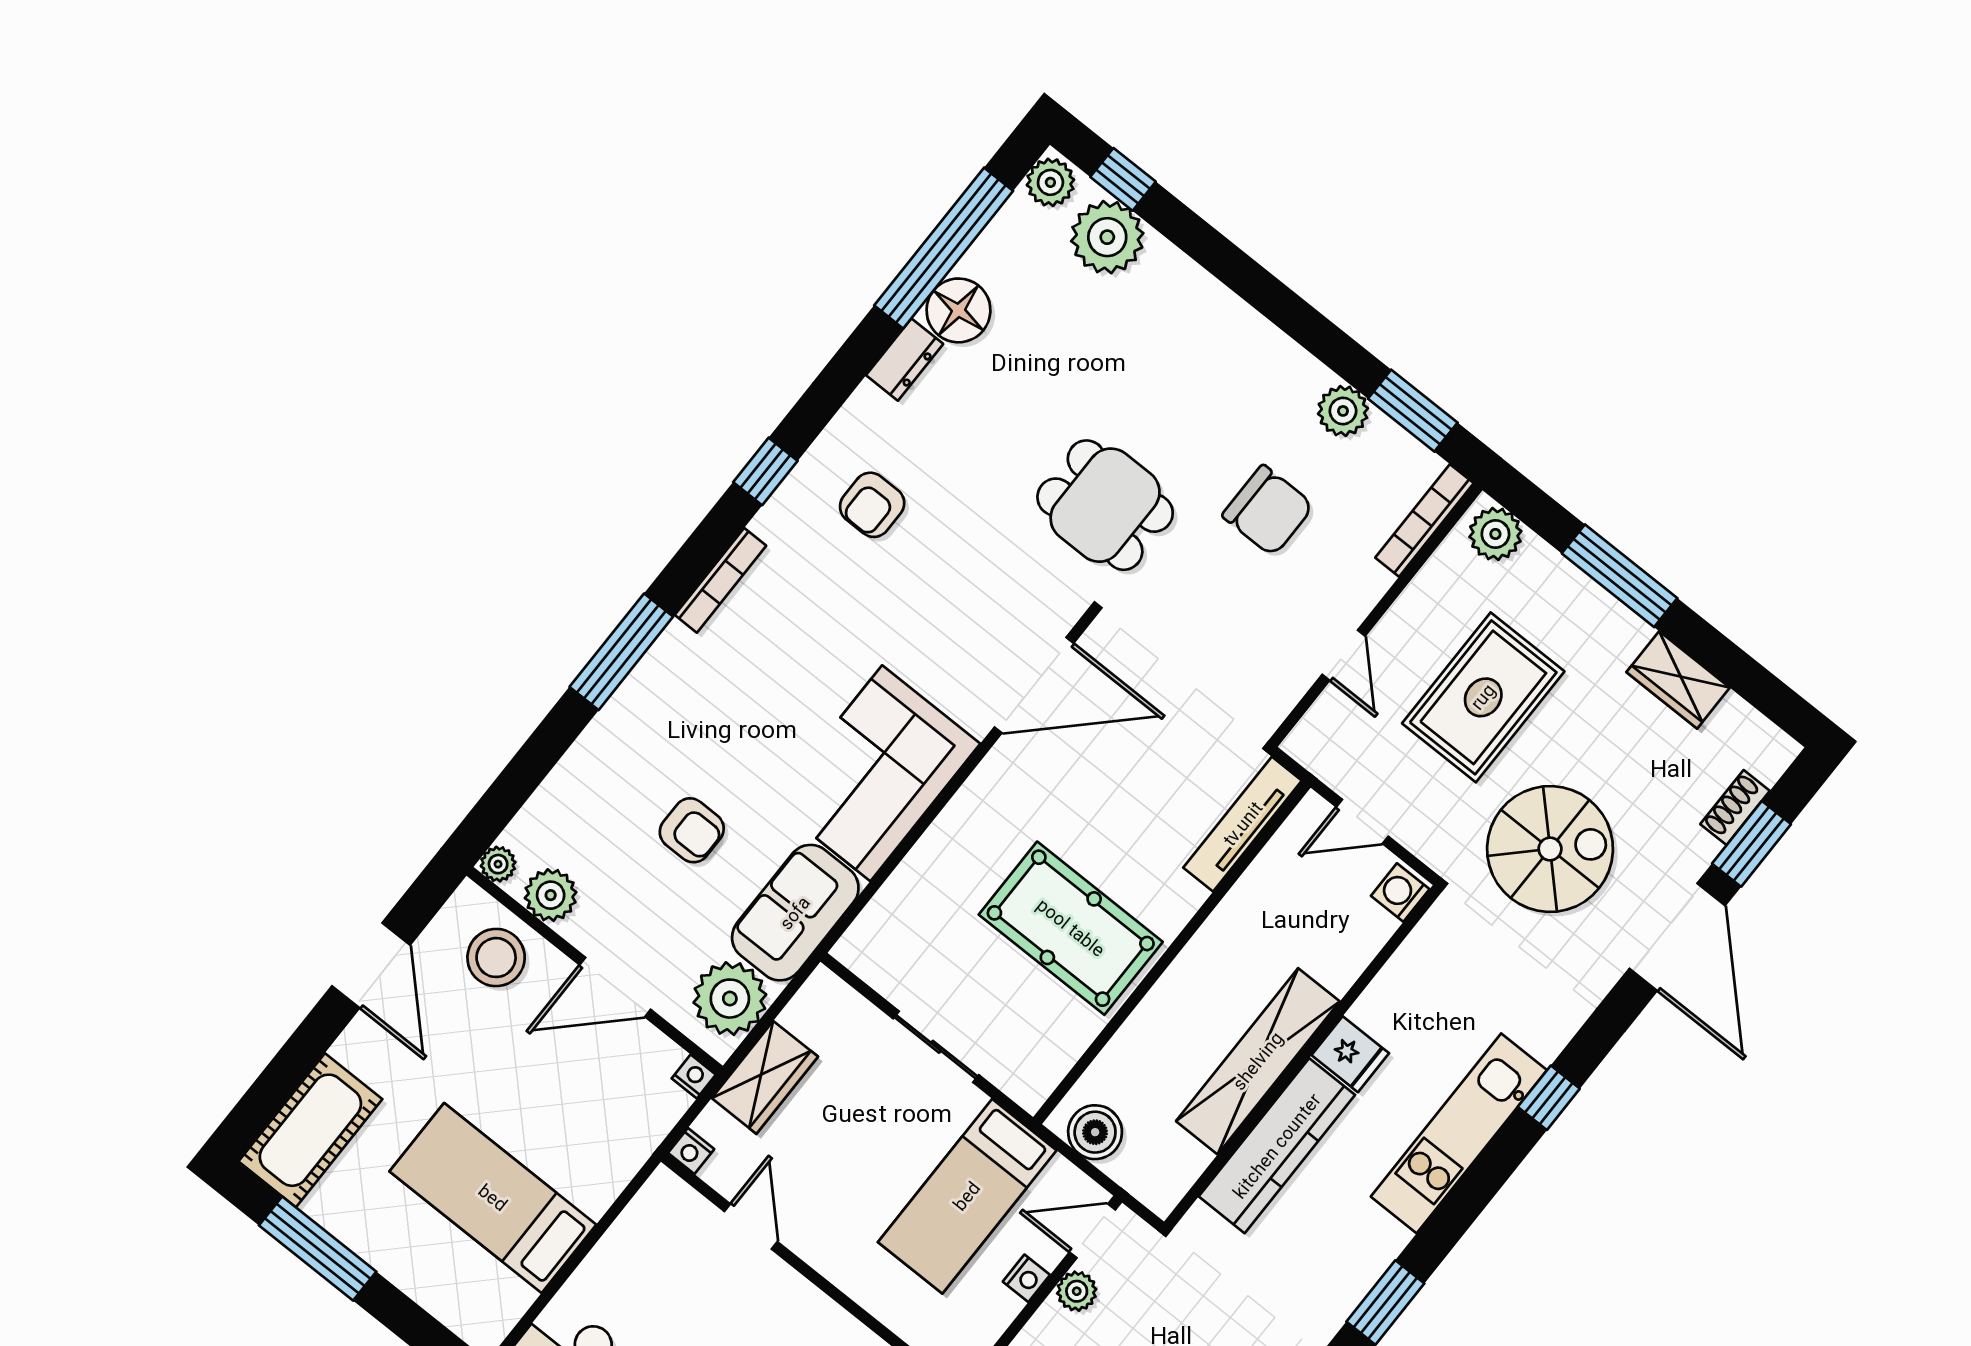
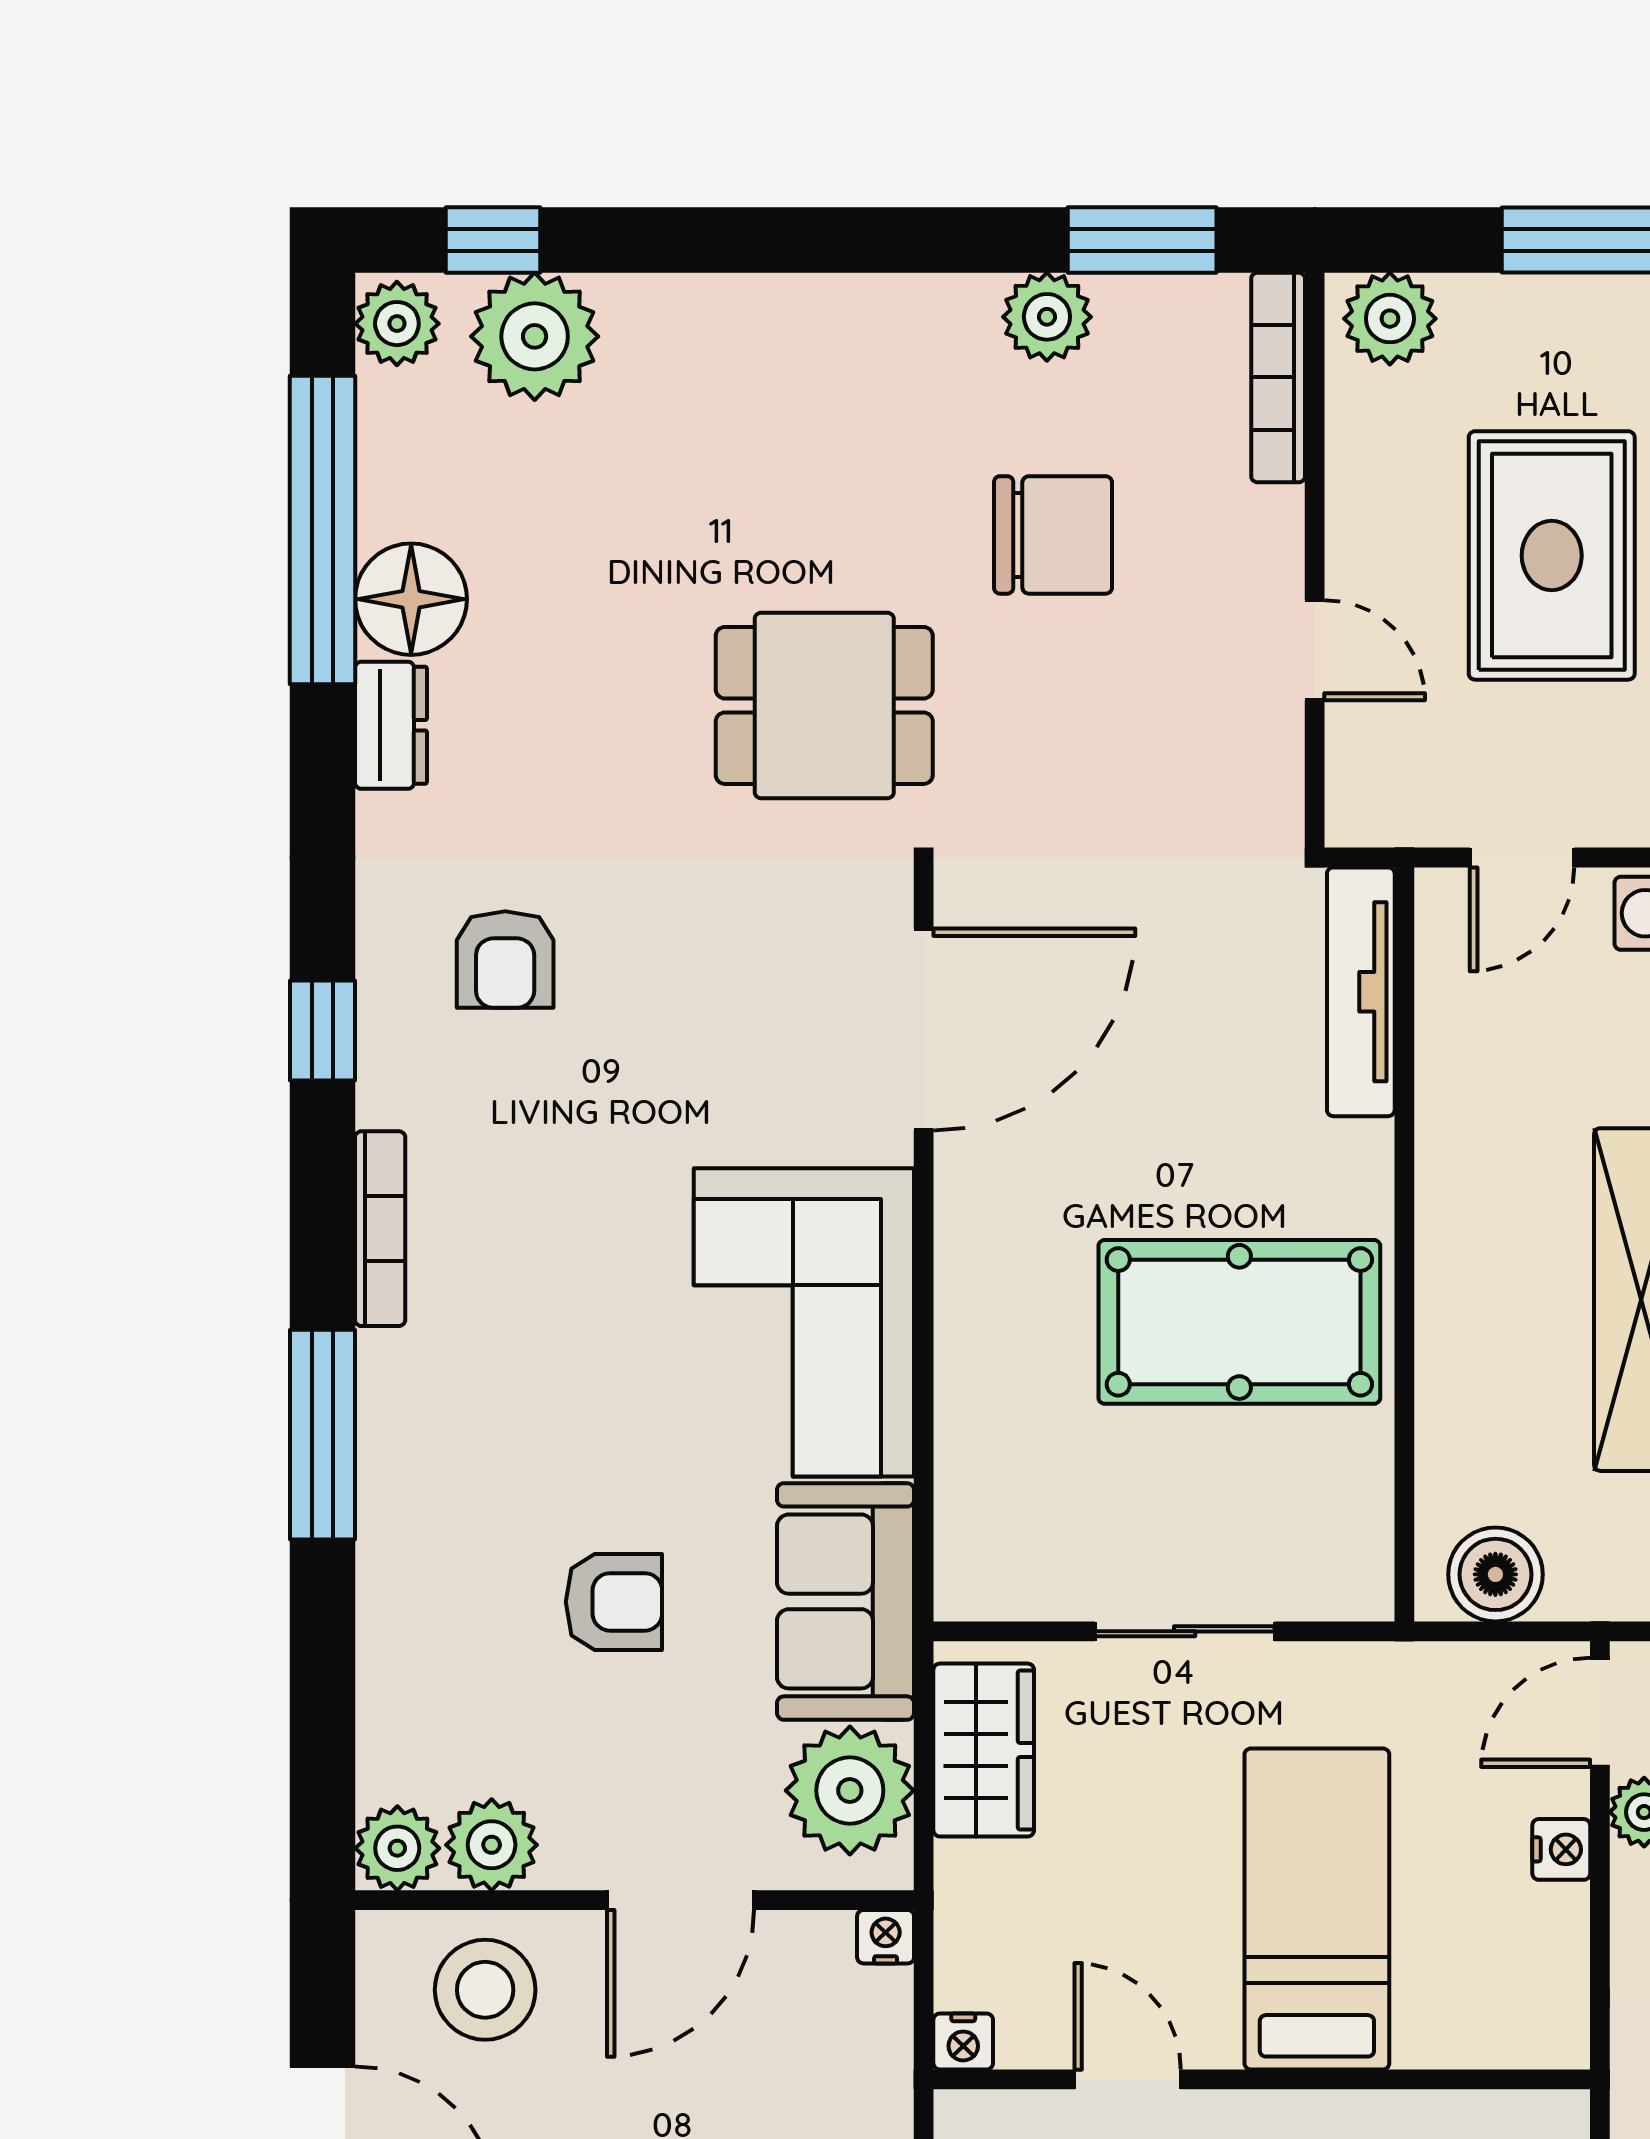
plant: (498, 864) -> (397, 1848), width x1.38, depth x1.38
wardrobe: (765, 1077) -> (984, 1750), moved
bed: (967, 1196) -> (1317, 1909), moved, turned 180

